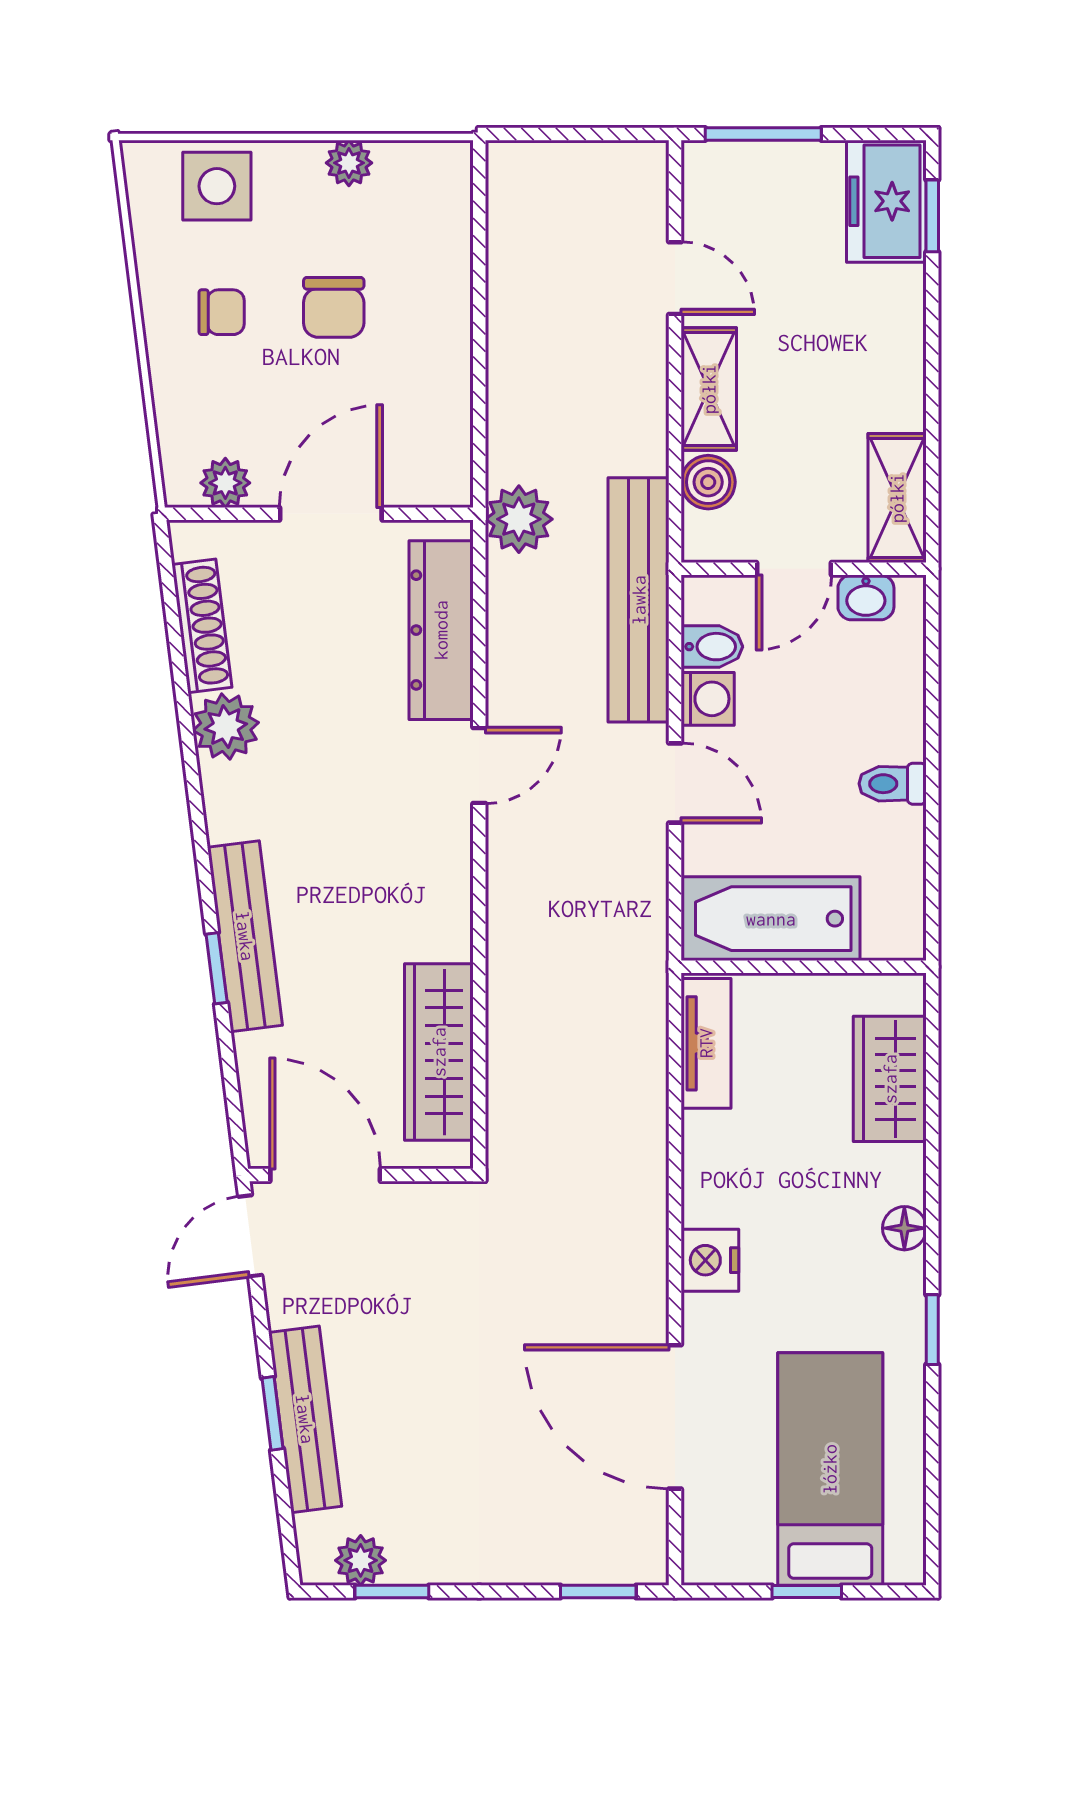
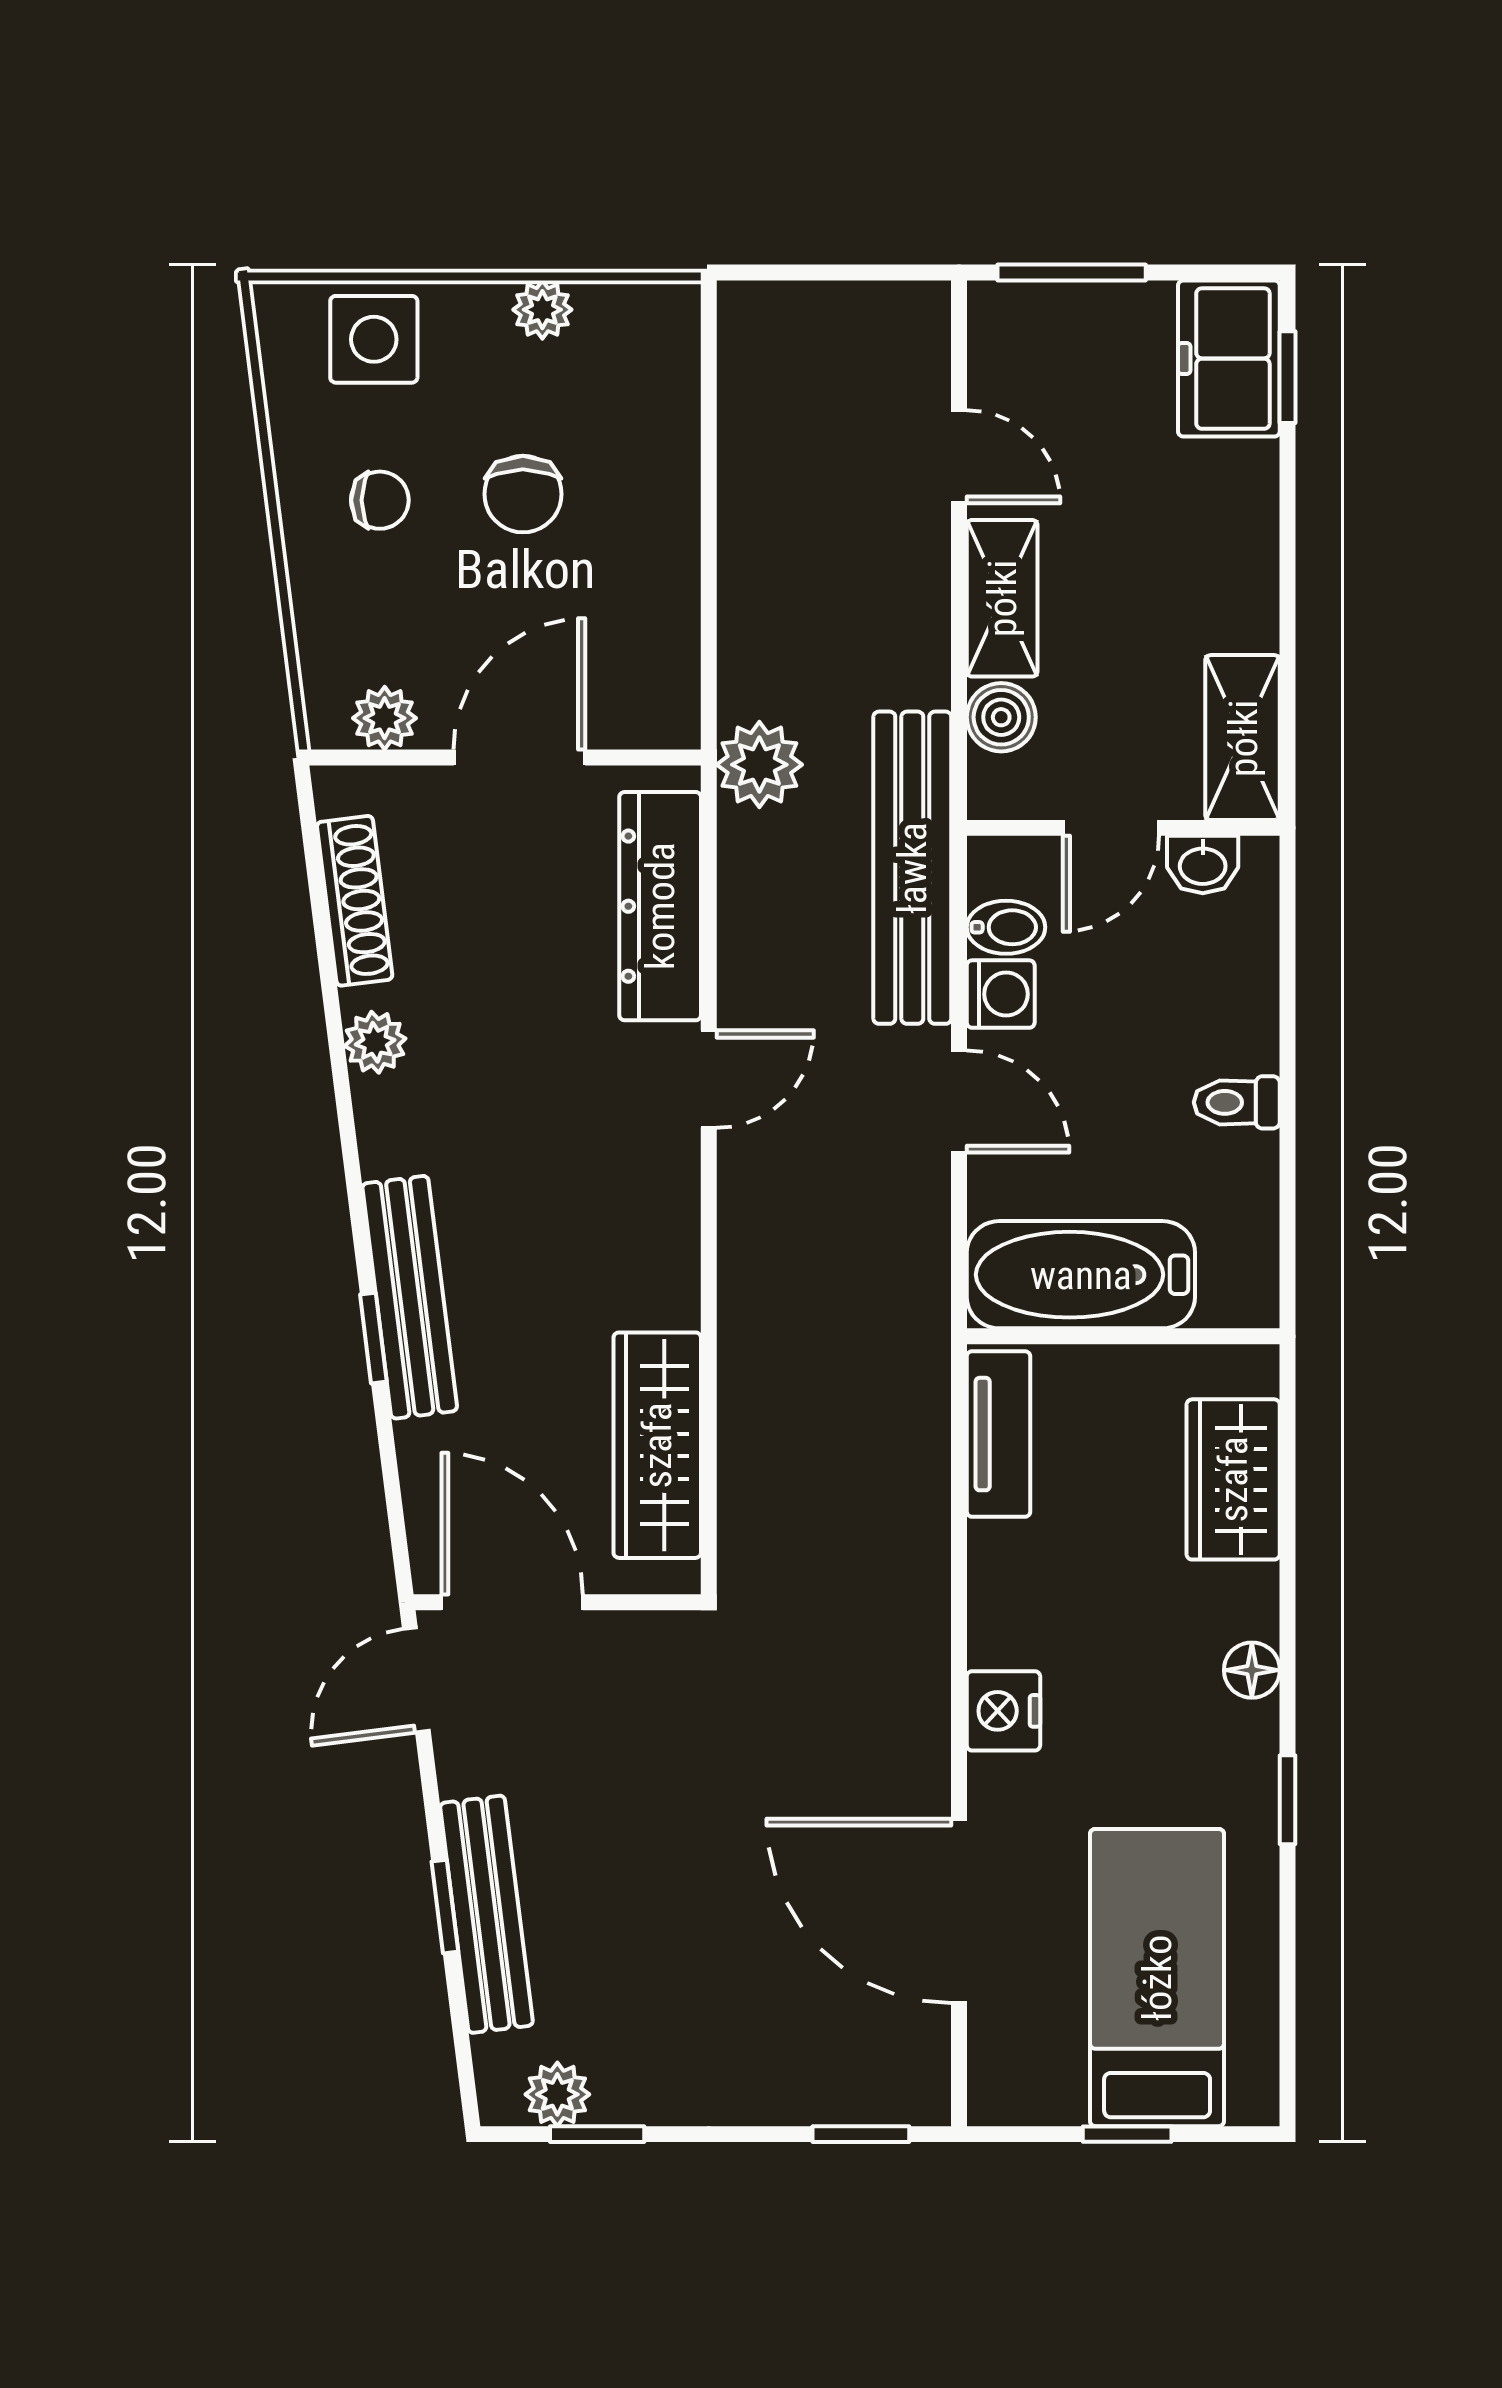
plant: (226, 727) -> (375, 1042), width x0.73, depth x0.73

